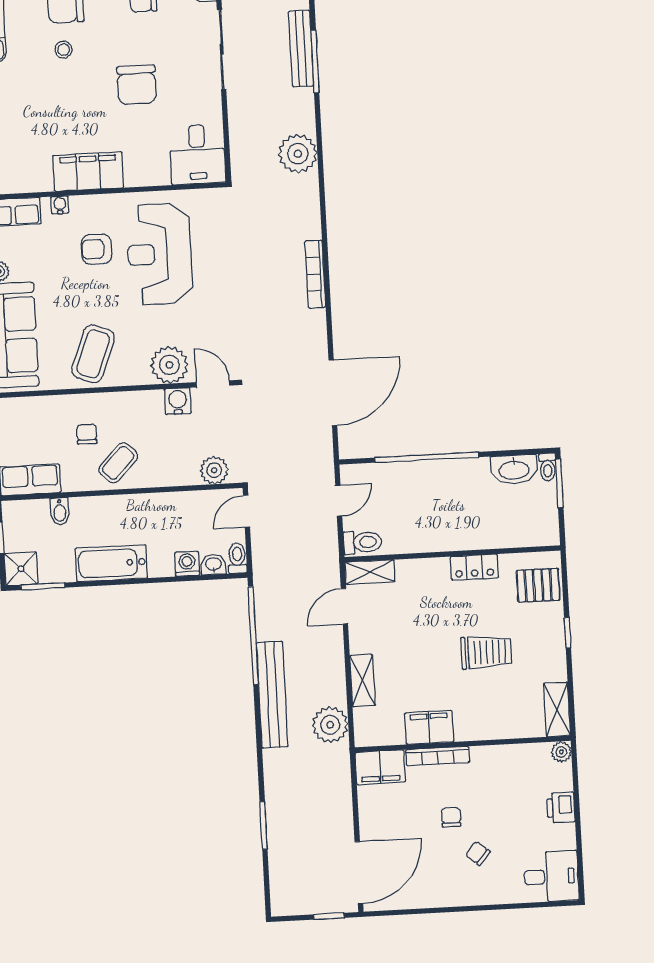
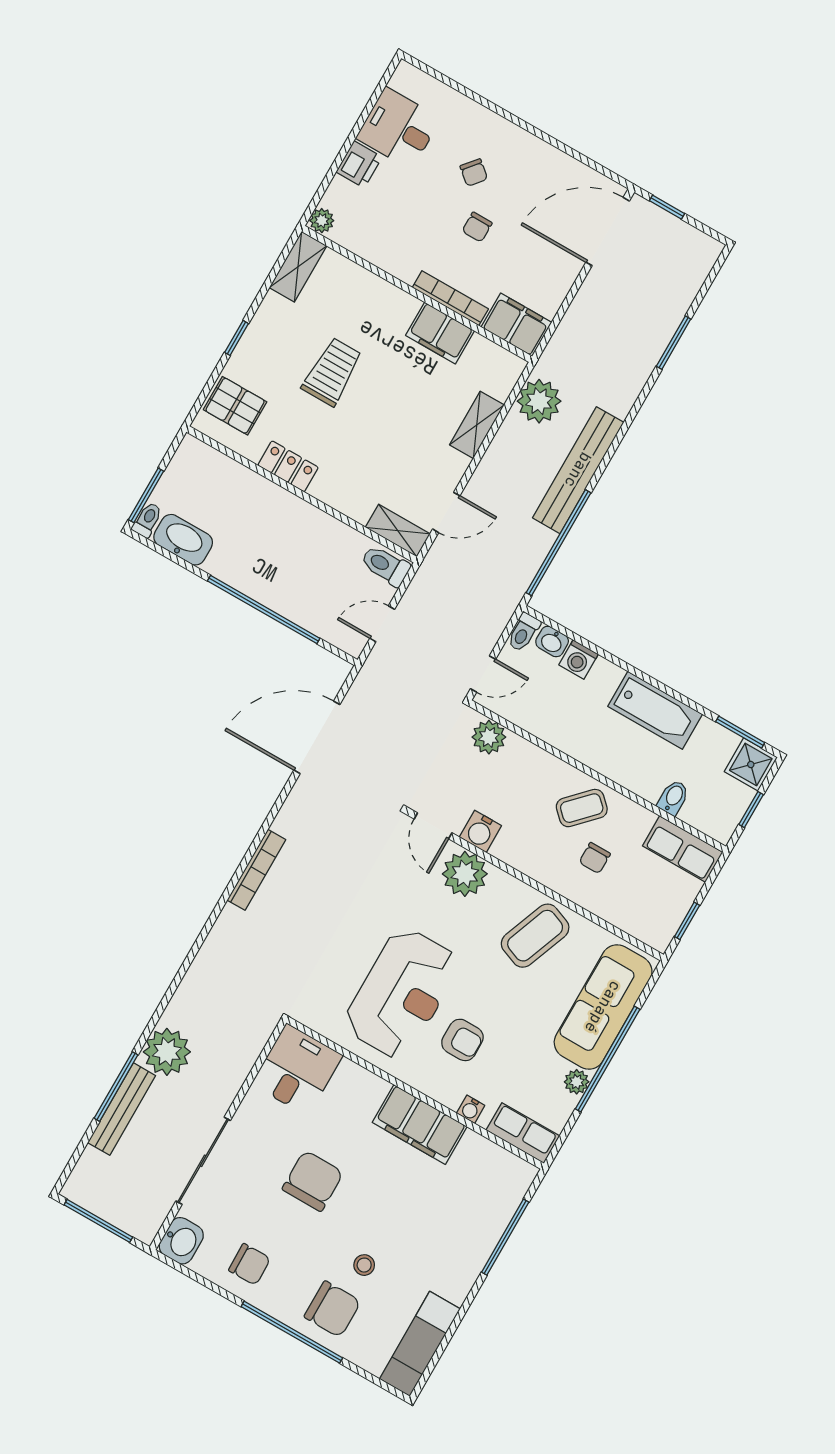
plant: (298, 154) -> (167, 1052), moved
trolley: (486, 652) -> (332, 372), turned 90
desk: (551, 877) -> (398, 128), moved

